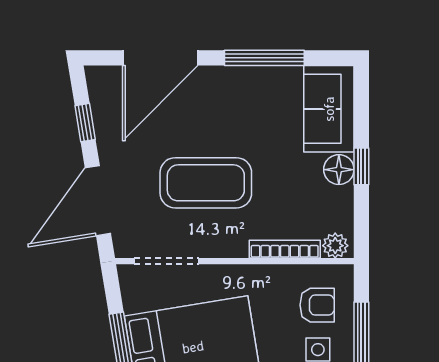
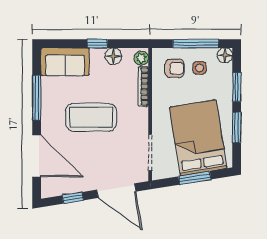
floor lamp: (339, 170) -> (113, 56), moved
coffee table: (206, 183) -> (91, 117), moved, turned 90
armchair: (317, 305) -> (175, 68), turned 90

